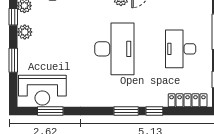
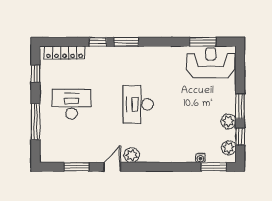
desk: (114, 49) -> (138, 104), width x0.73, depth x0.77
desk: (181, 49) -> (72, 104), turned -90
window: (13, 60) -> (240, 106), moved

